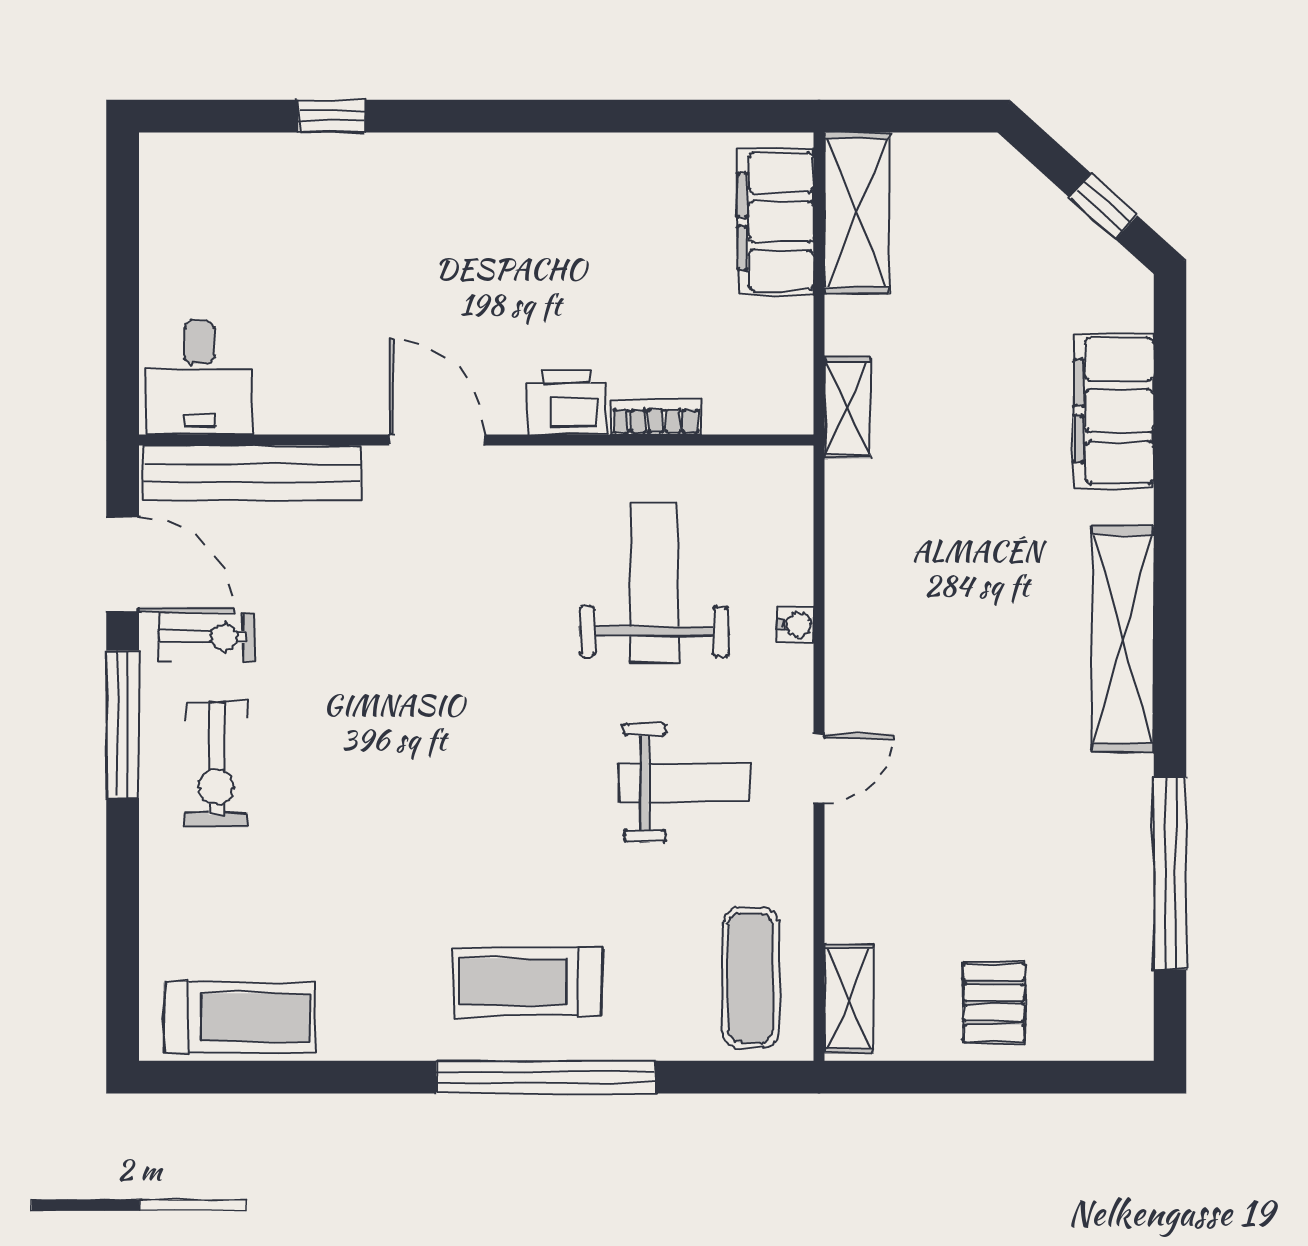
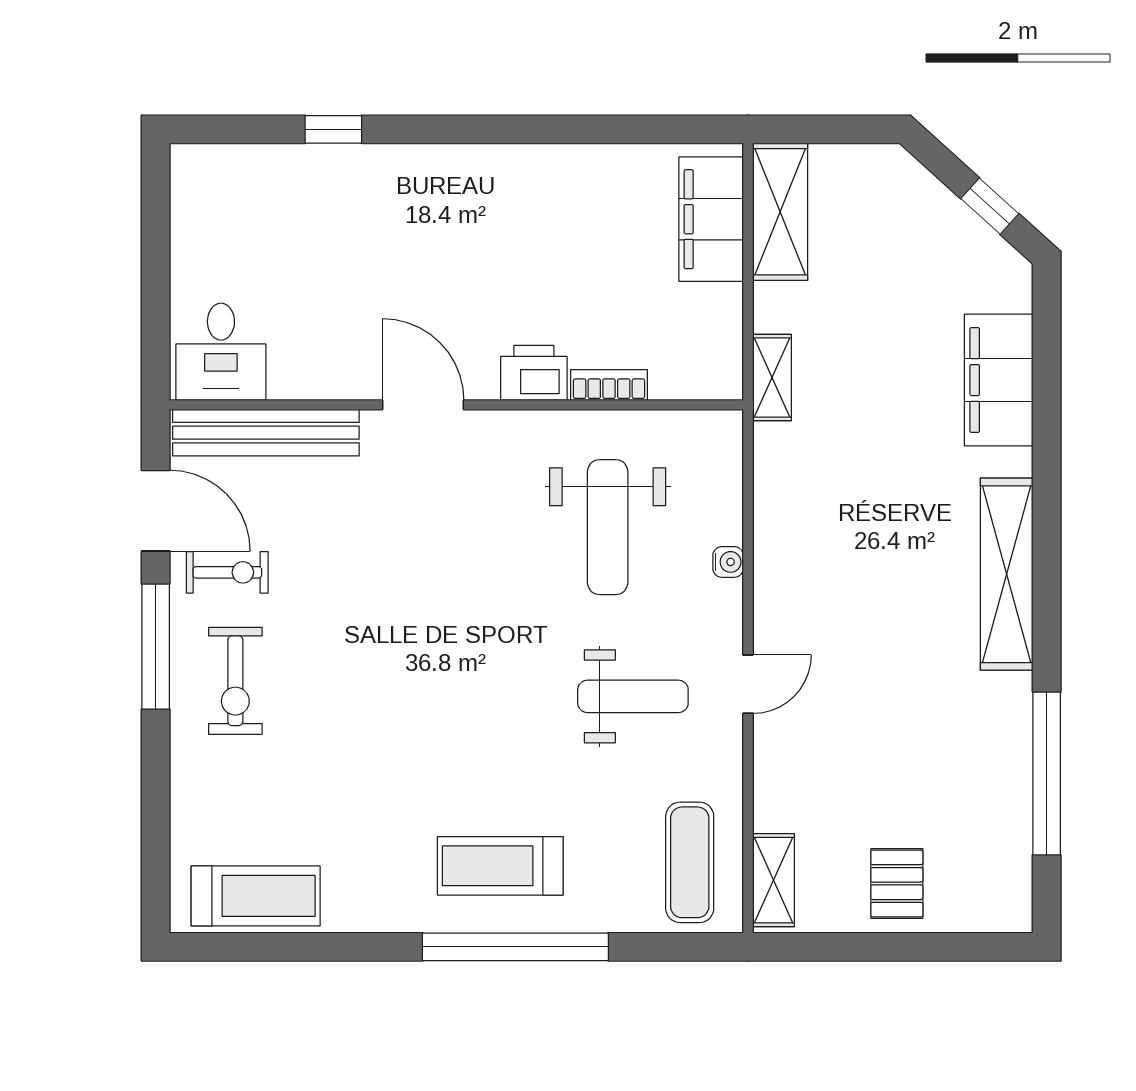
weight bench: (654, 584) -> (608, 527), turned 180

